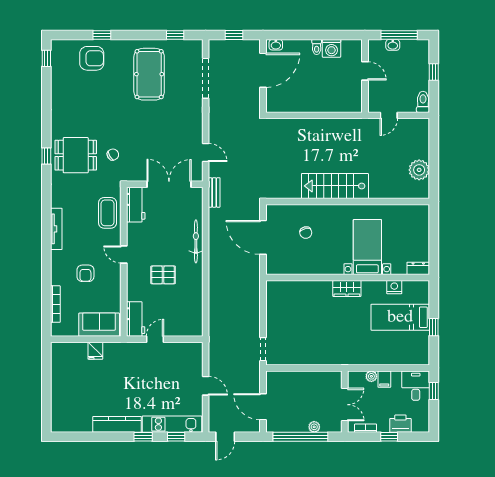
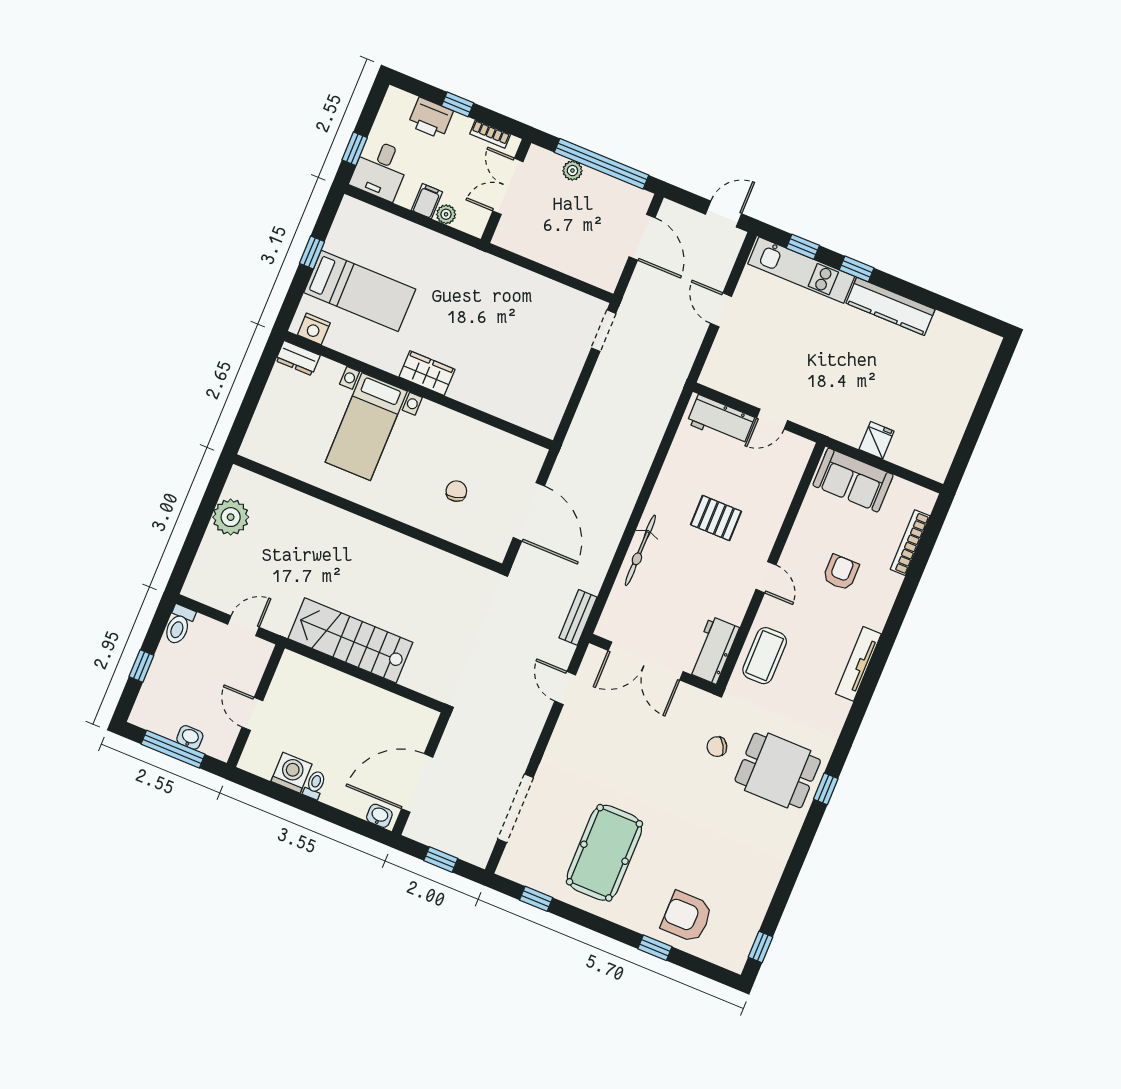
stairs: (335, 186) -> (350, 640), moved, turned 180
nightstand: (394, 287) -> (314, 329), moved
workbench: (136, 319) -> (721, 420), moved, turned -90

